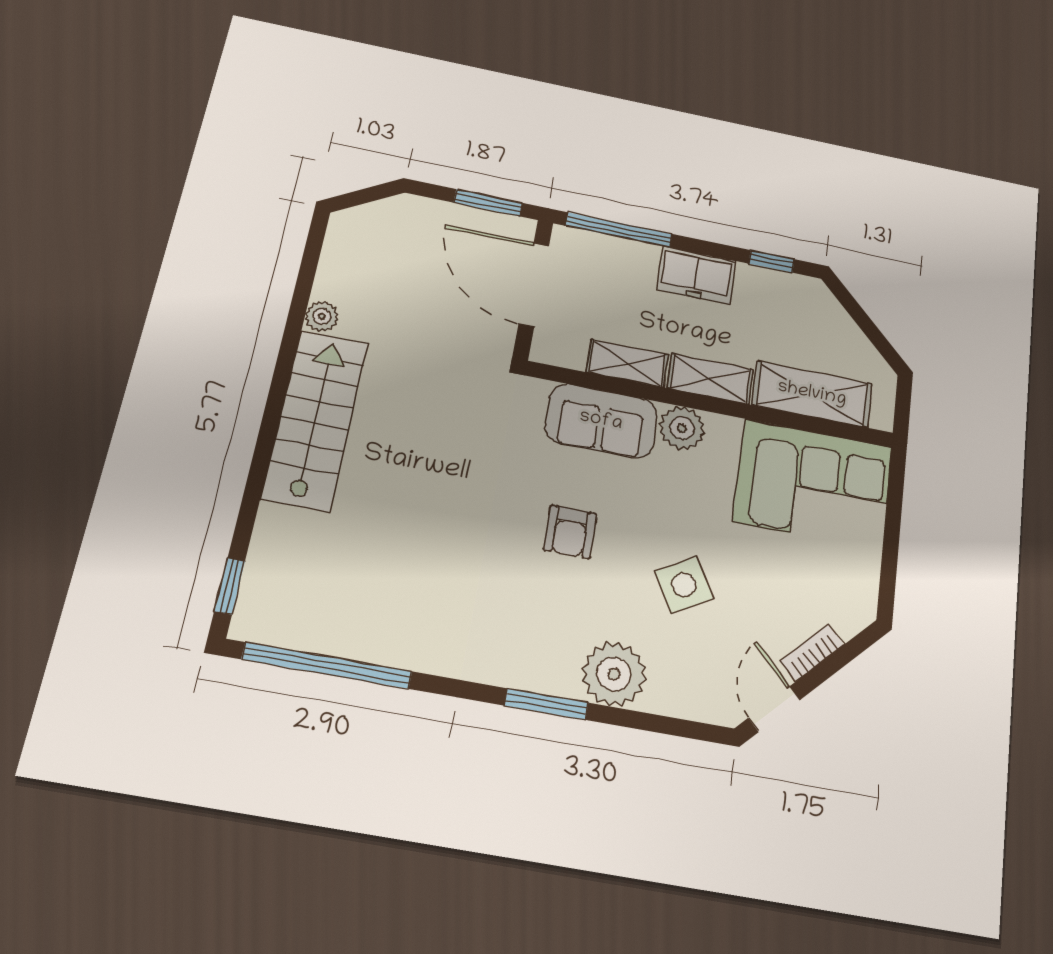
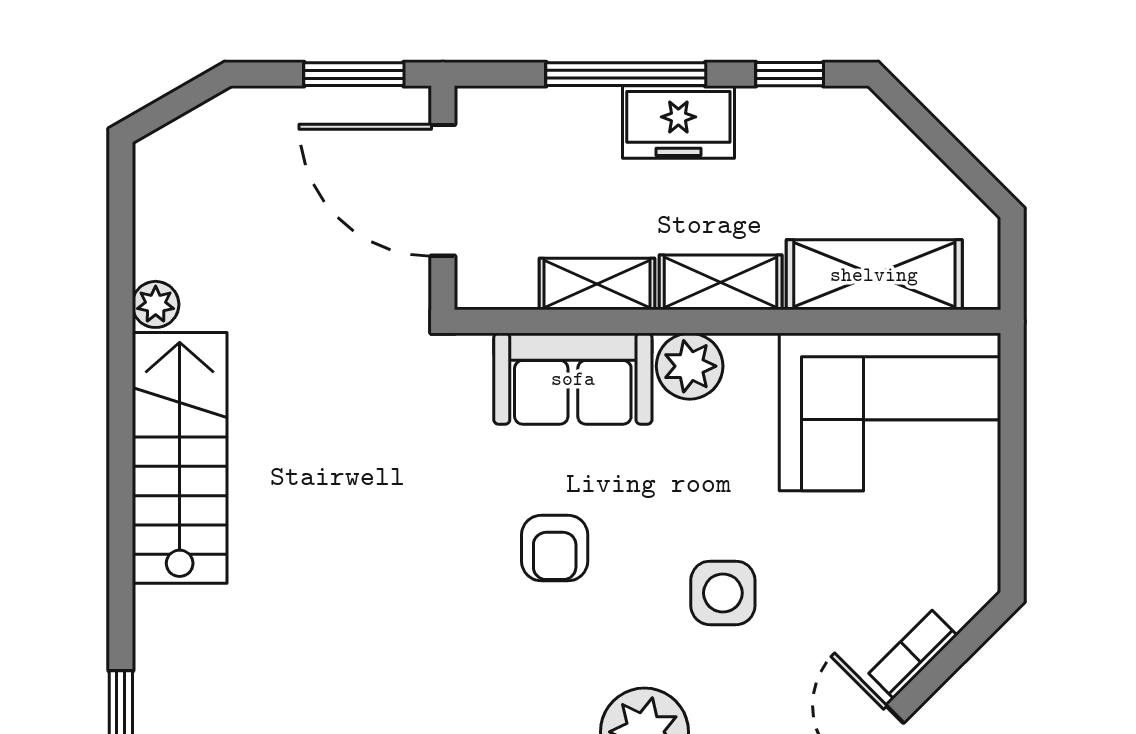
window: (619, 230) -> (626, 74), moved
side table: (684, 585) -> (723, 593), turned 30

